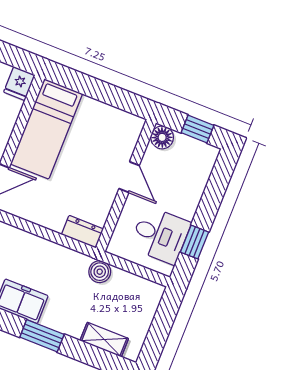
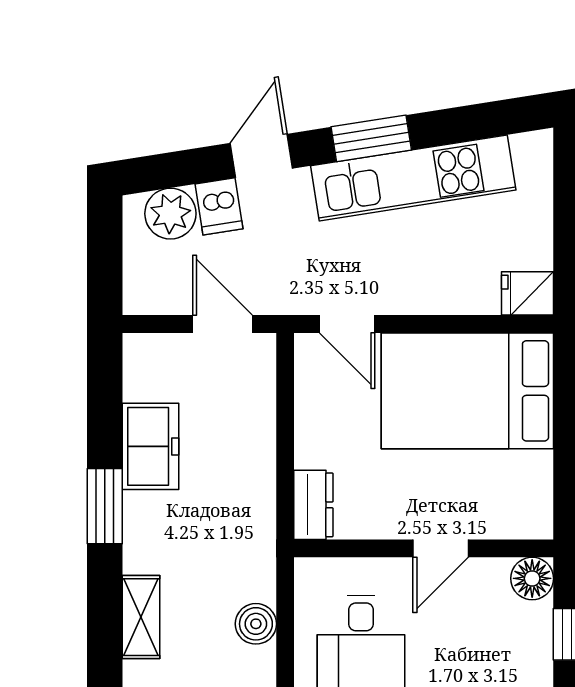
bed: (46, 129) -> (467, 391), width x1.50
boiler: (100, 272) -> (256, 624), moved

